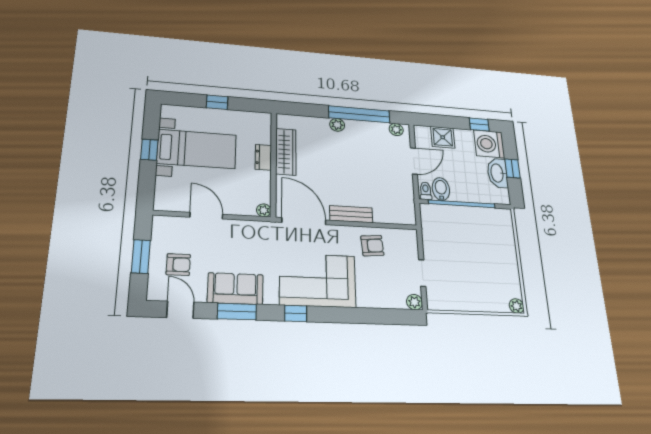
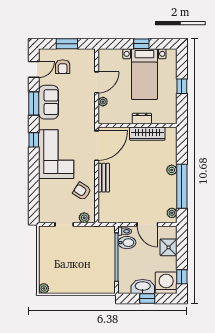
plant: (264, 210) -> (103, 102), moved
armchair: (372, 246) -> (82, 191), turned 128
plant: (414, 302) -> (84, 218), moved

